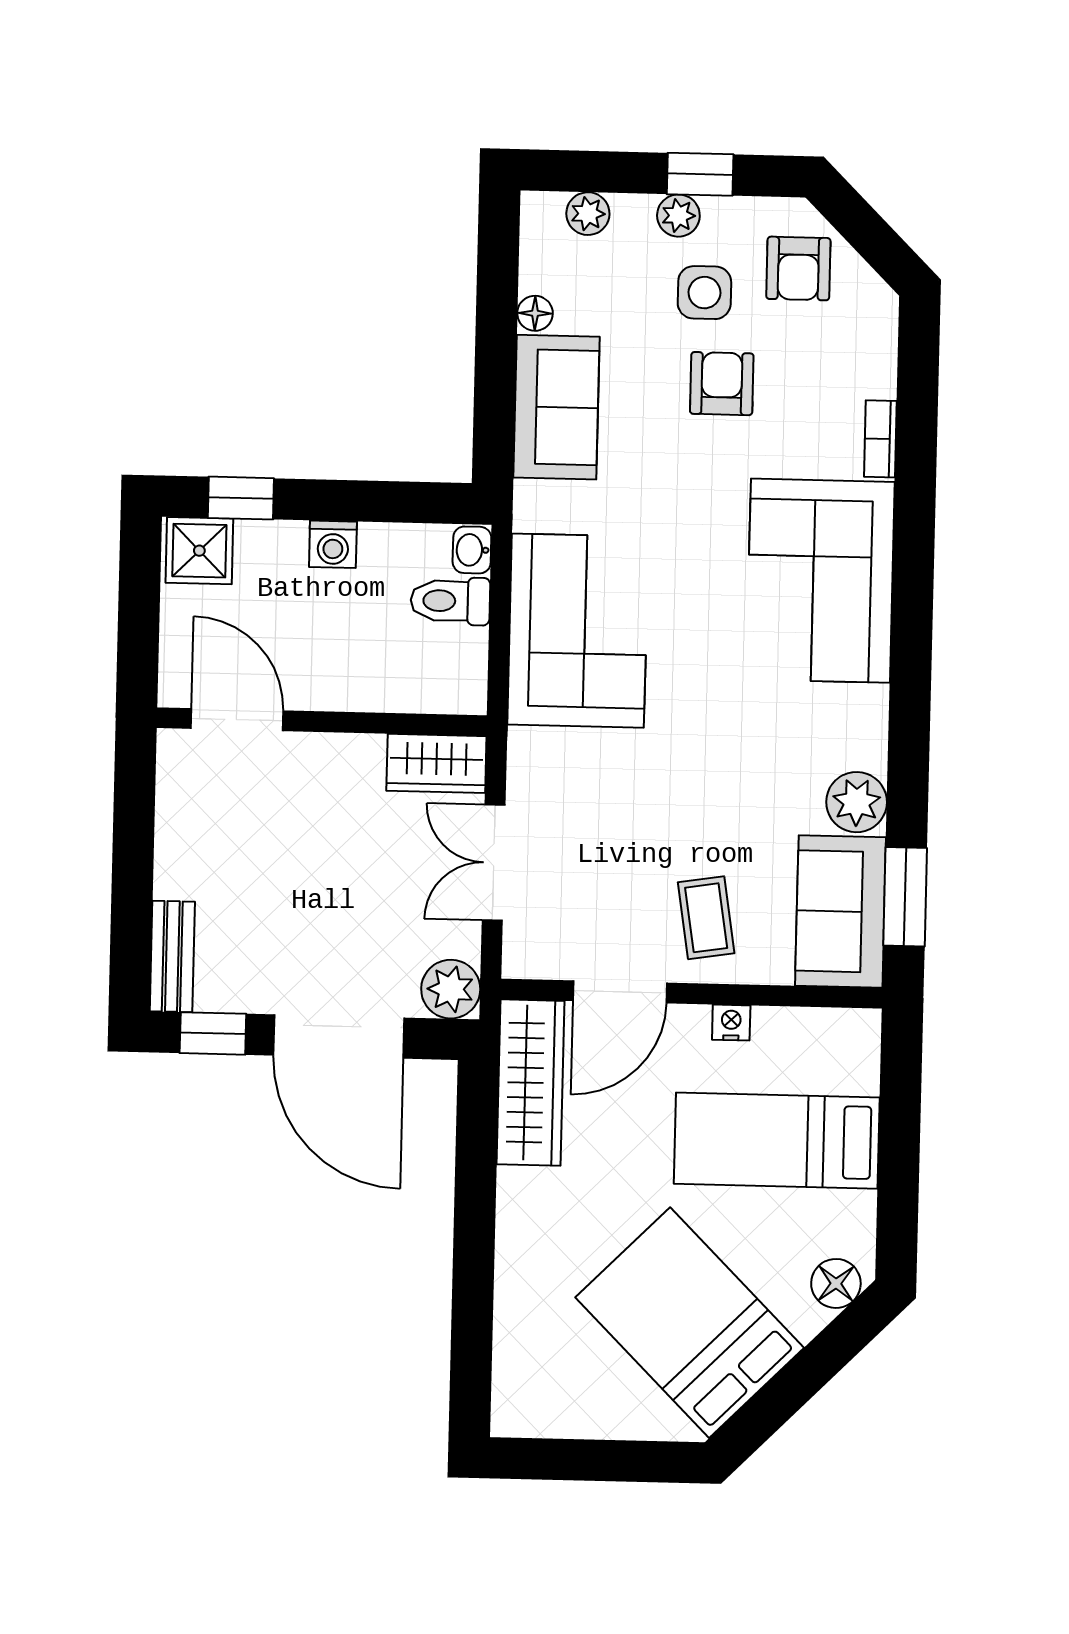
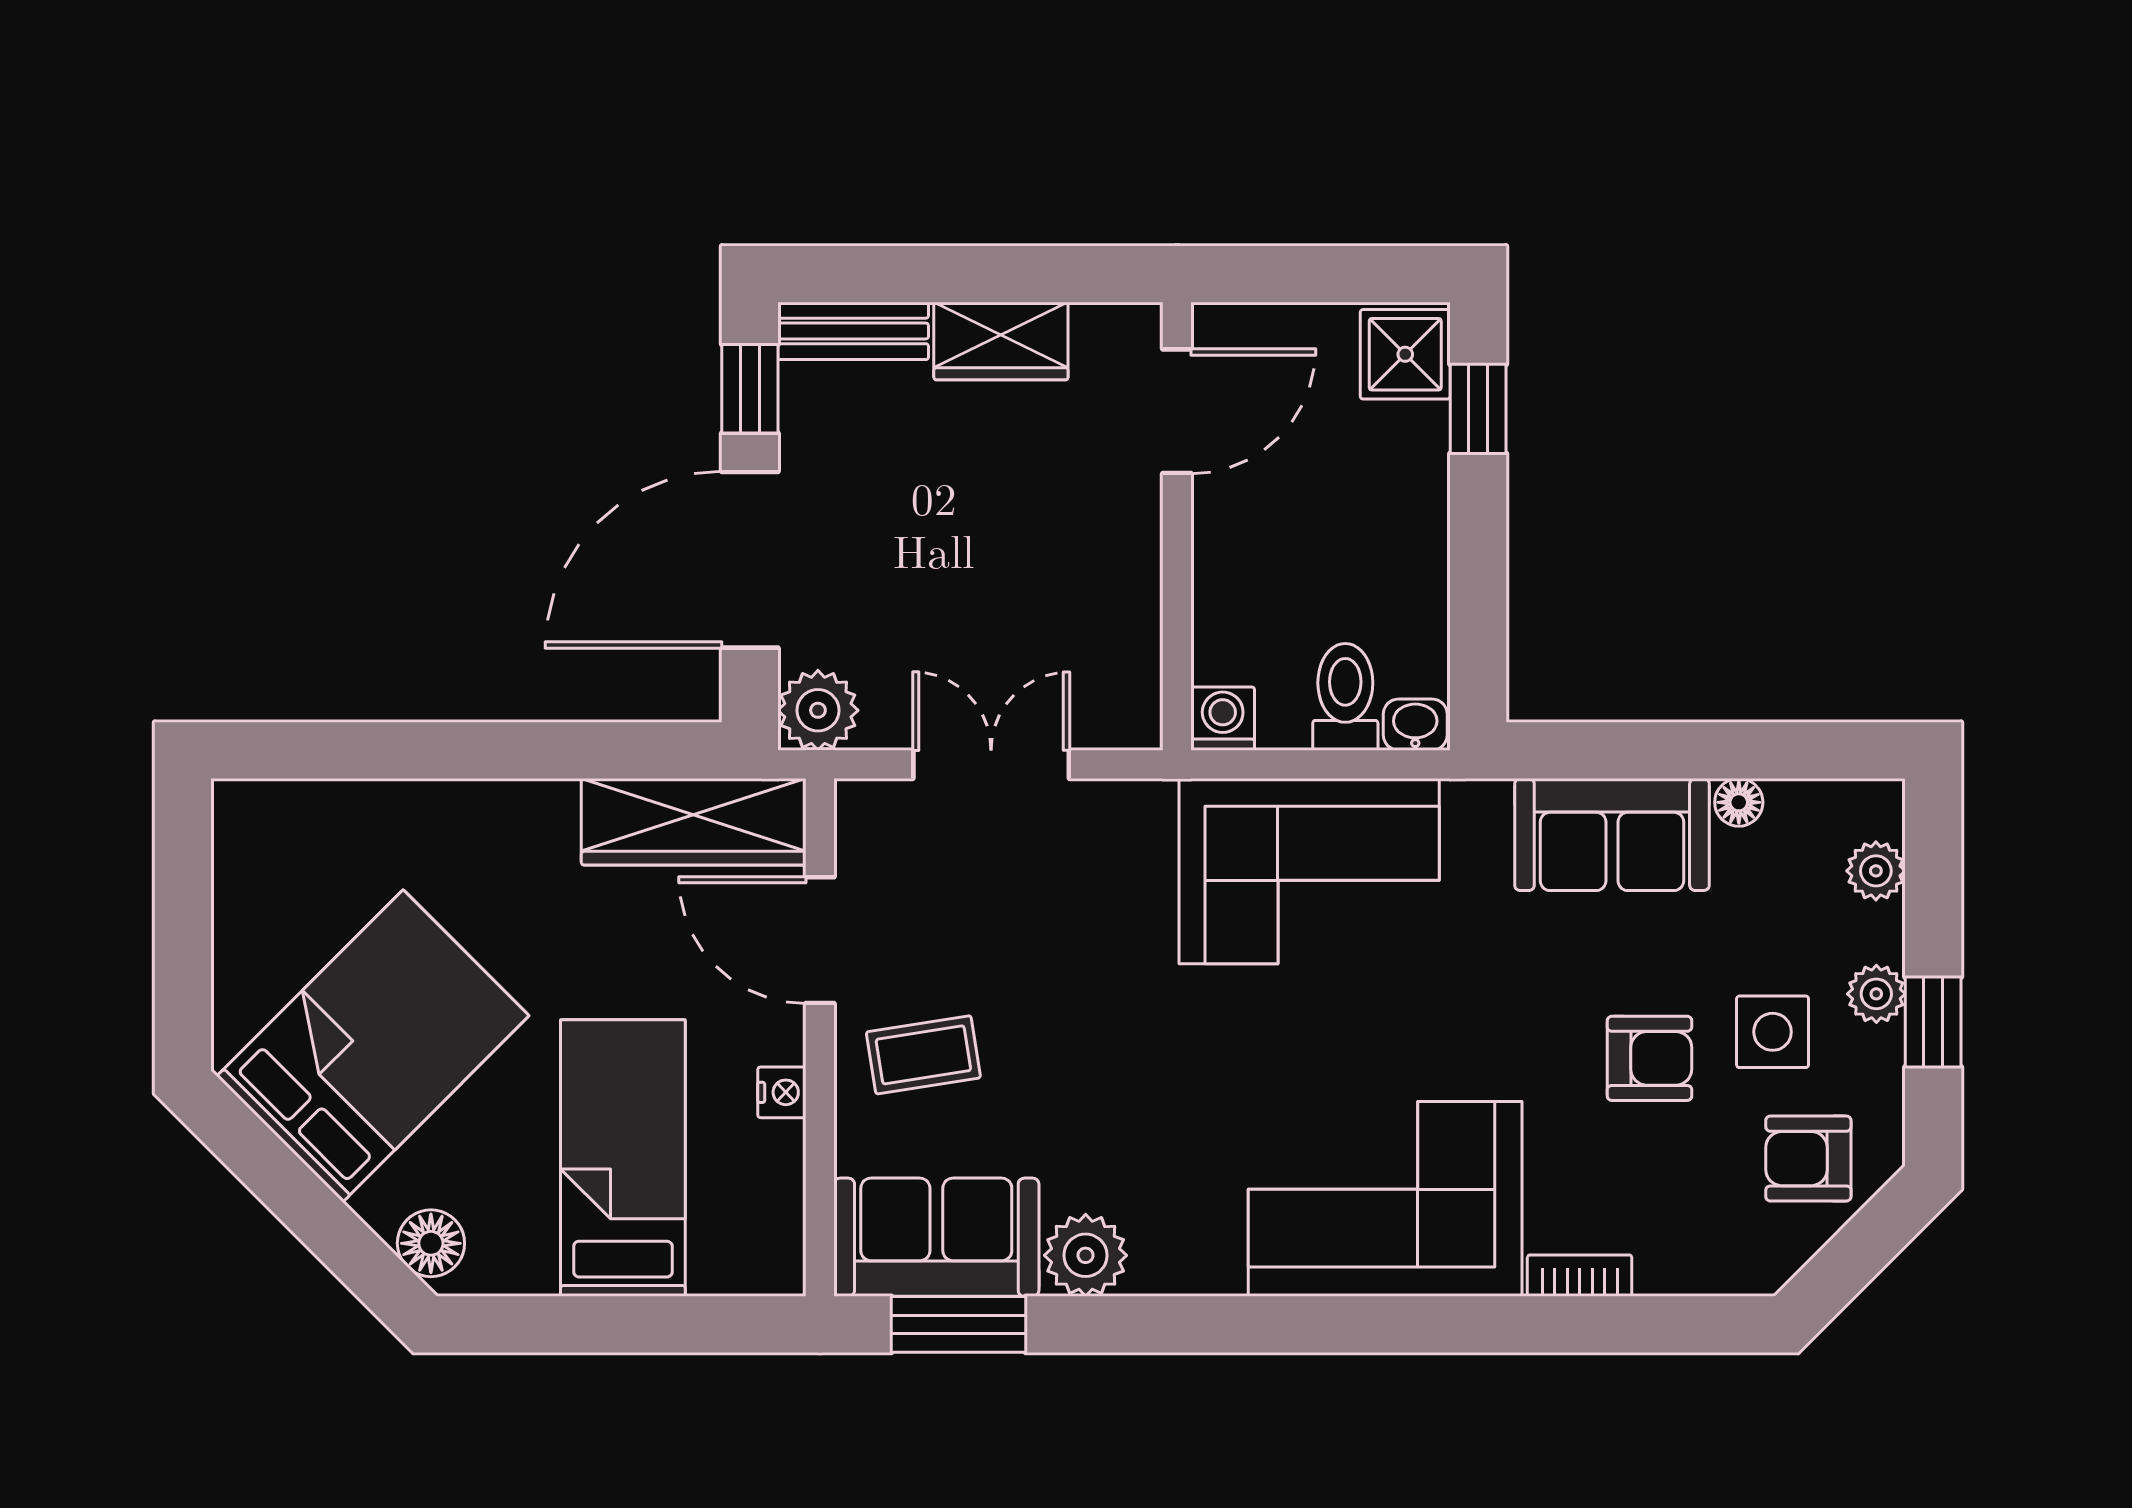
washing machine: (333, 544) -> (1223, 719), moved, turned 90
wardrobe: (436, 763) -> (1001, 341), moved, turned -90

